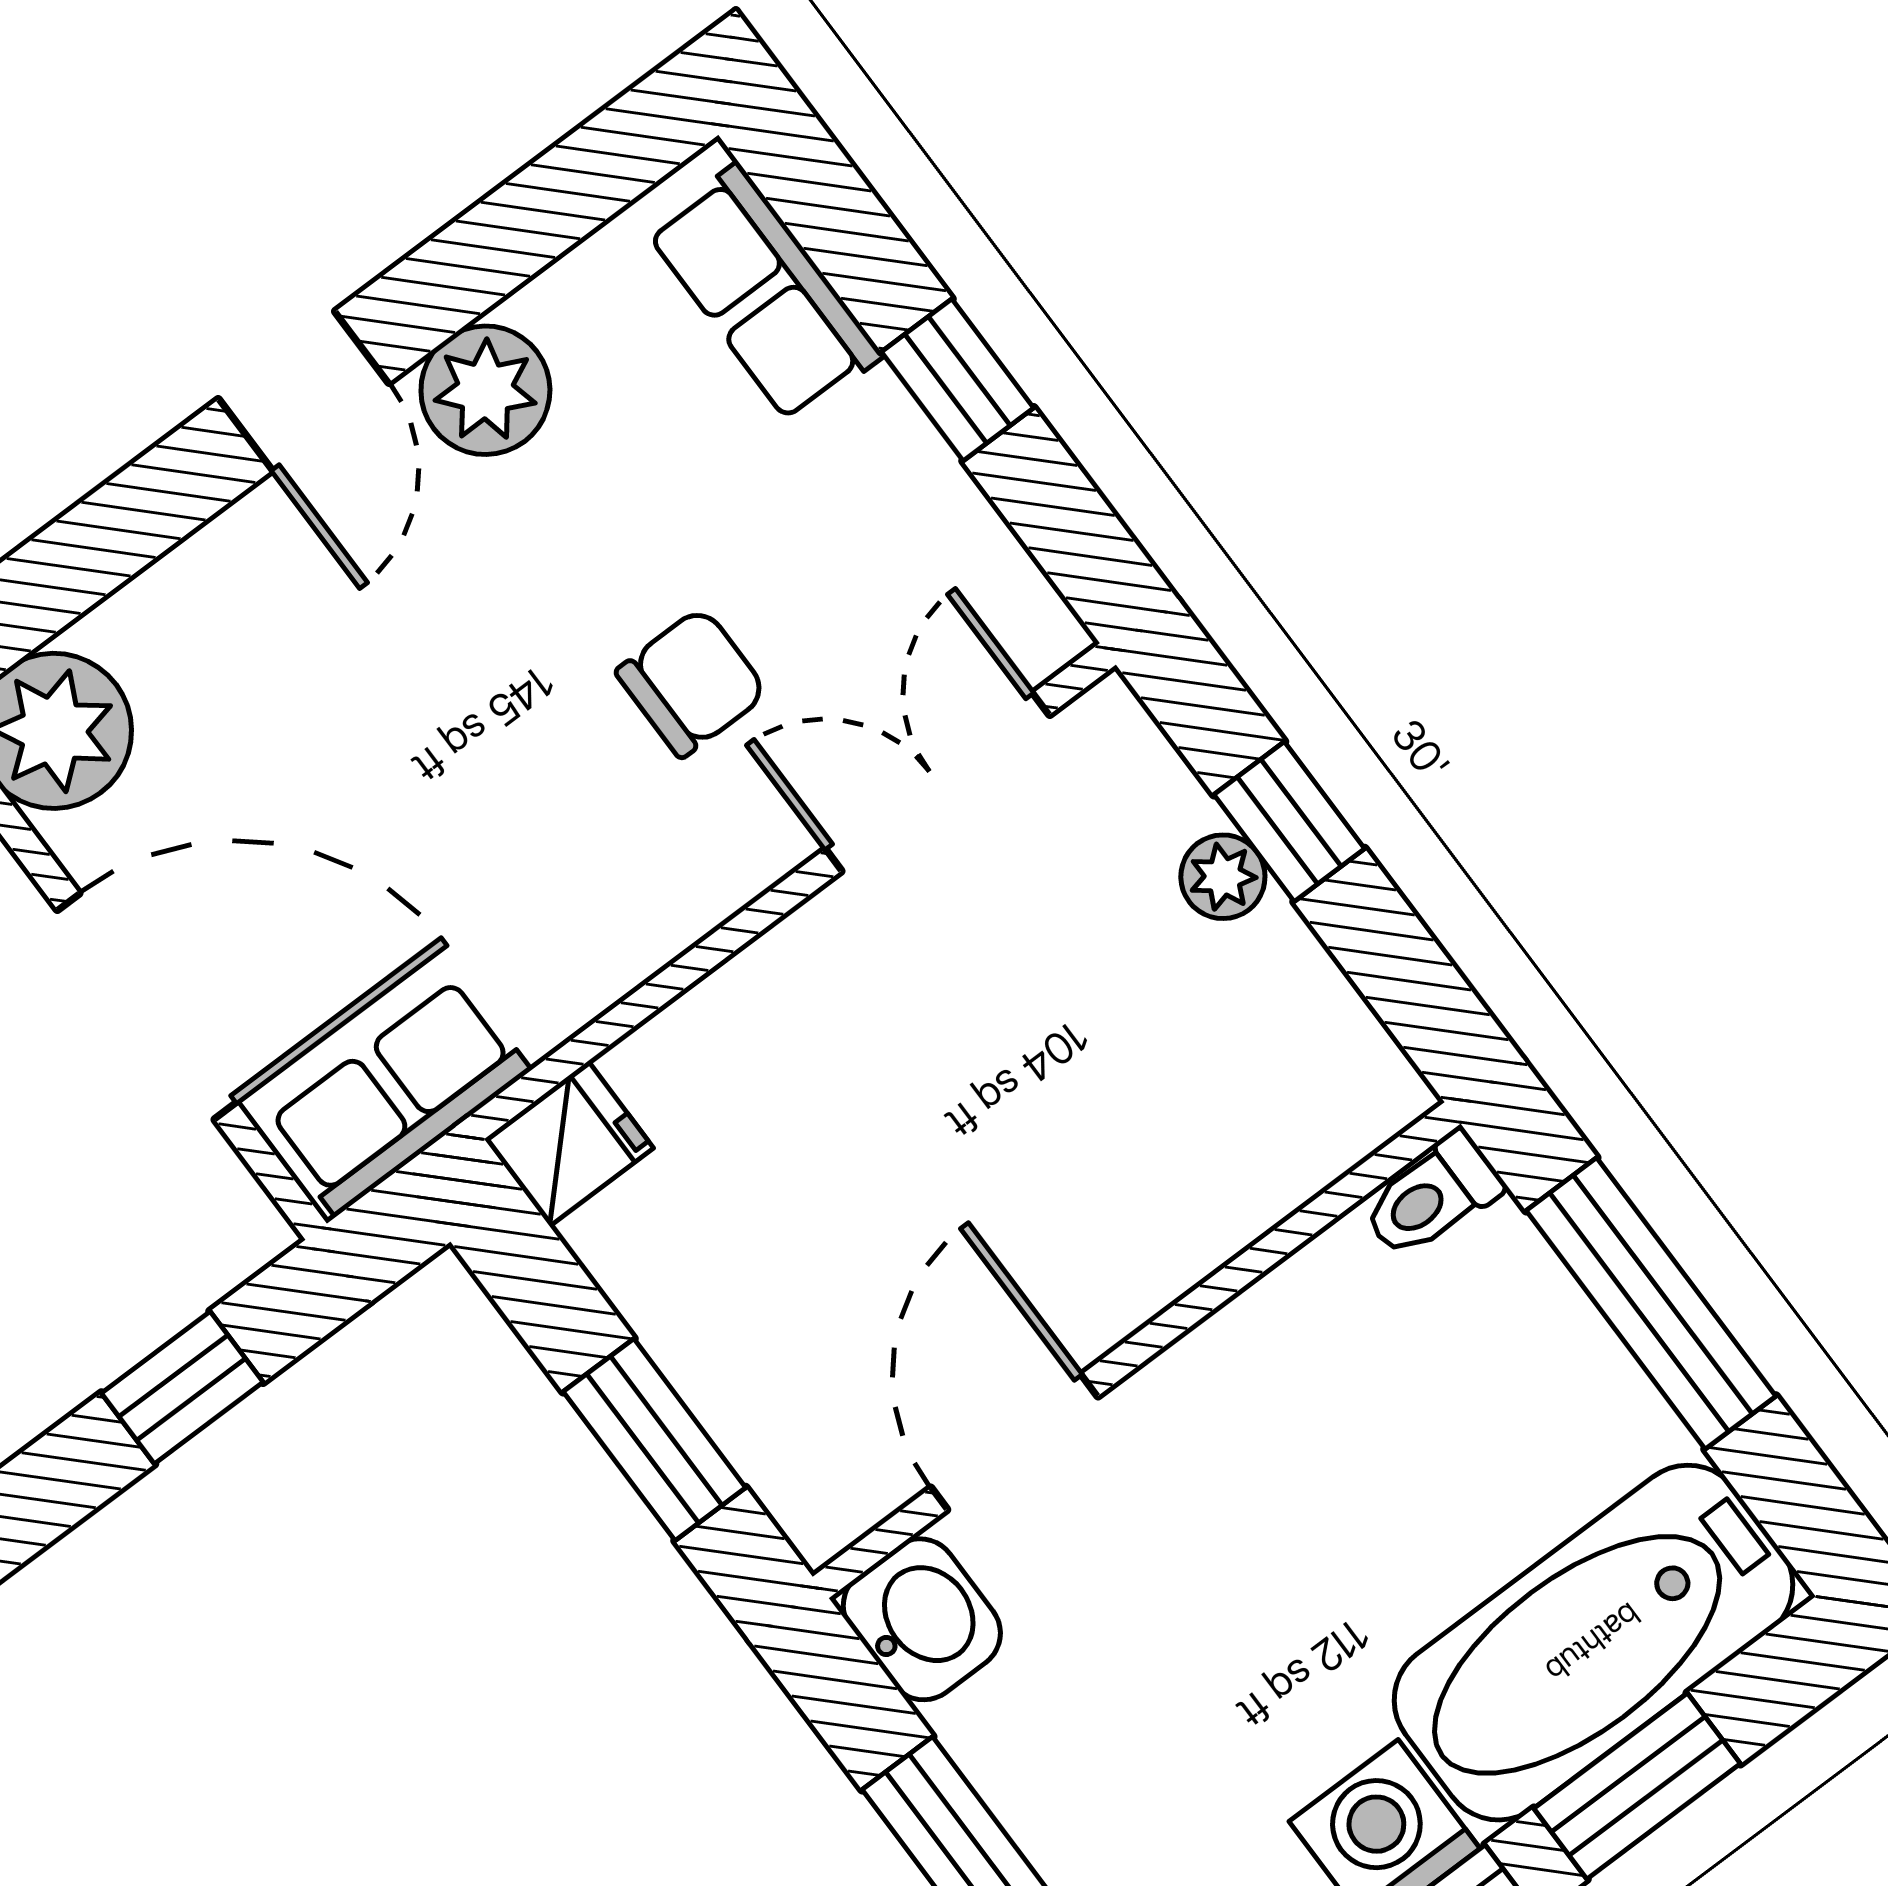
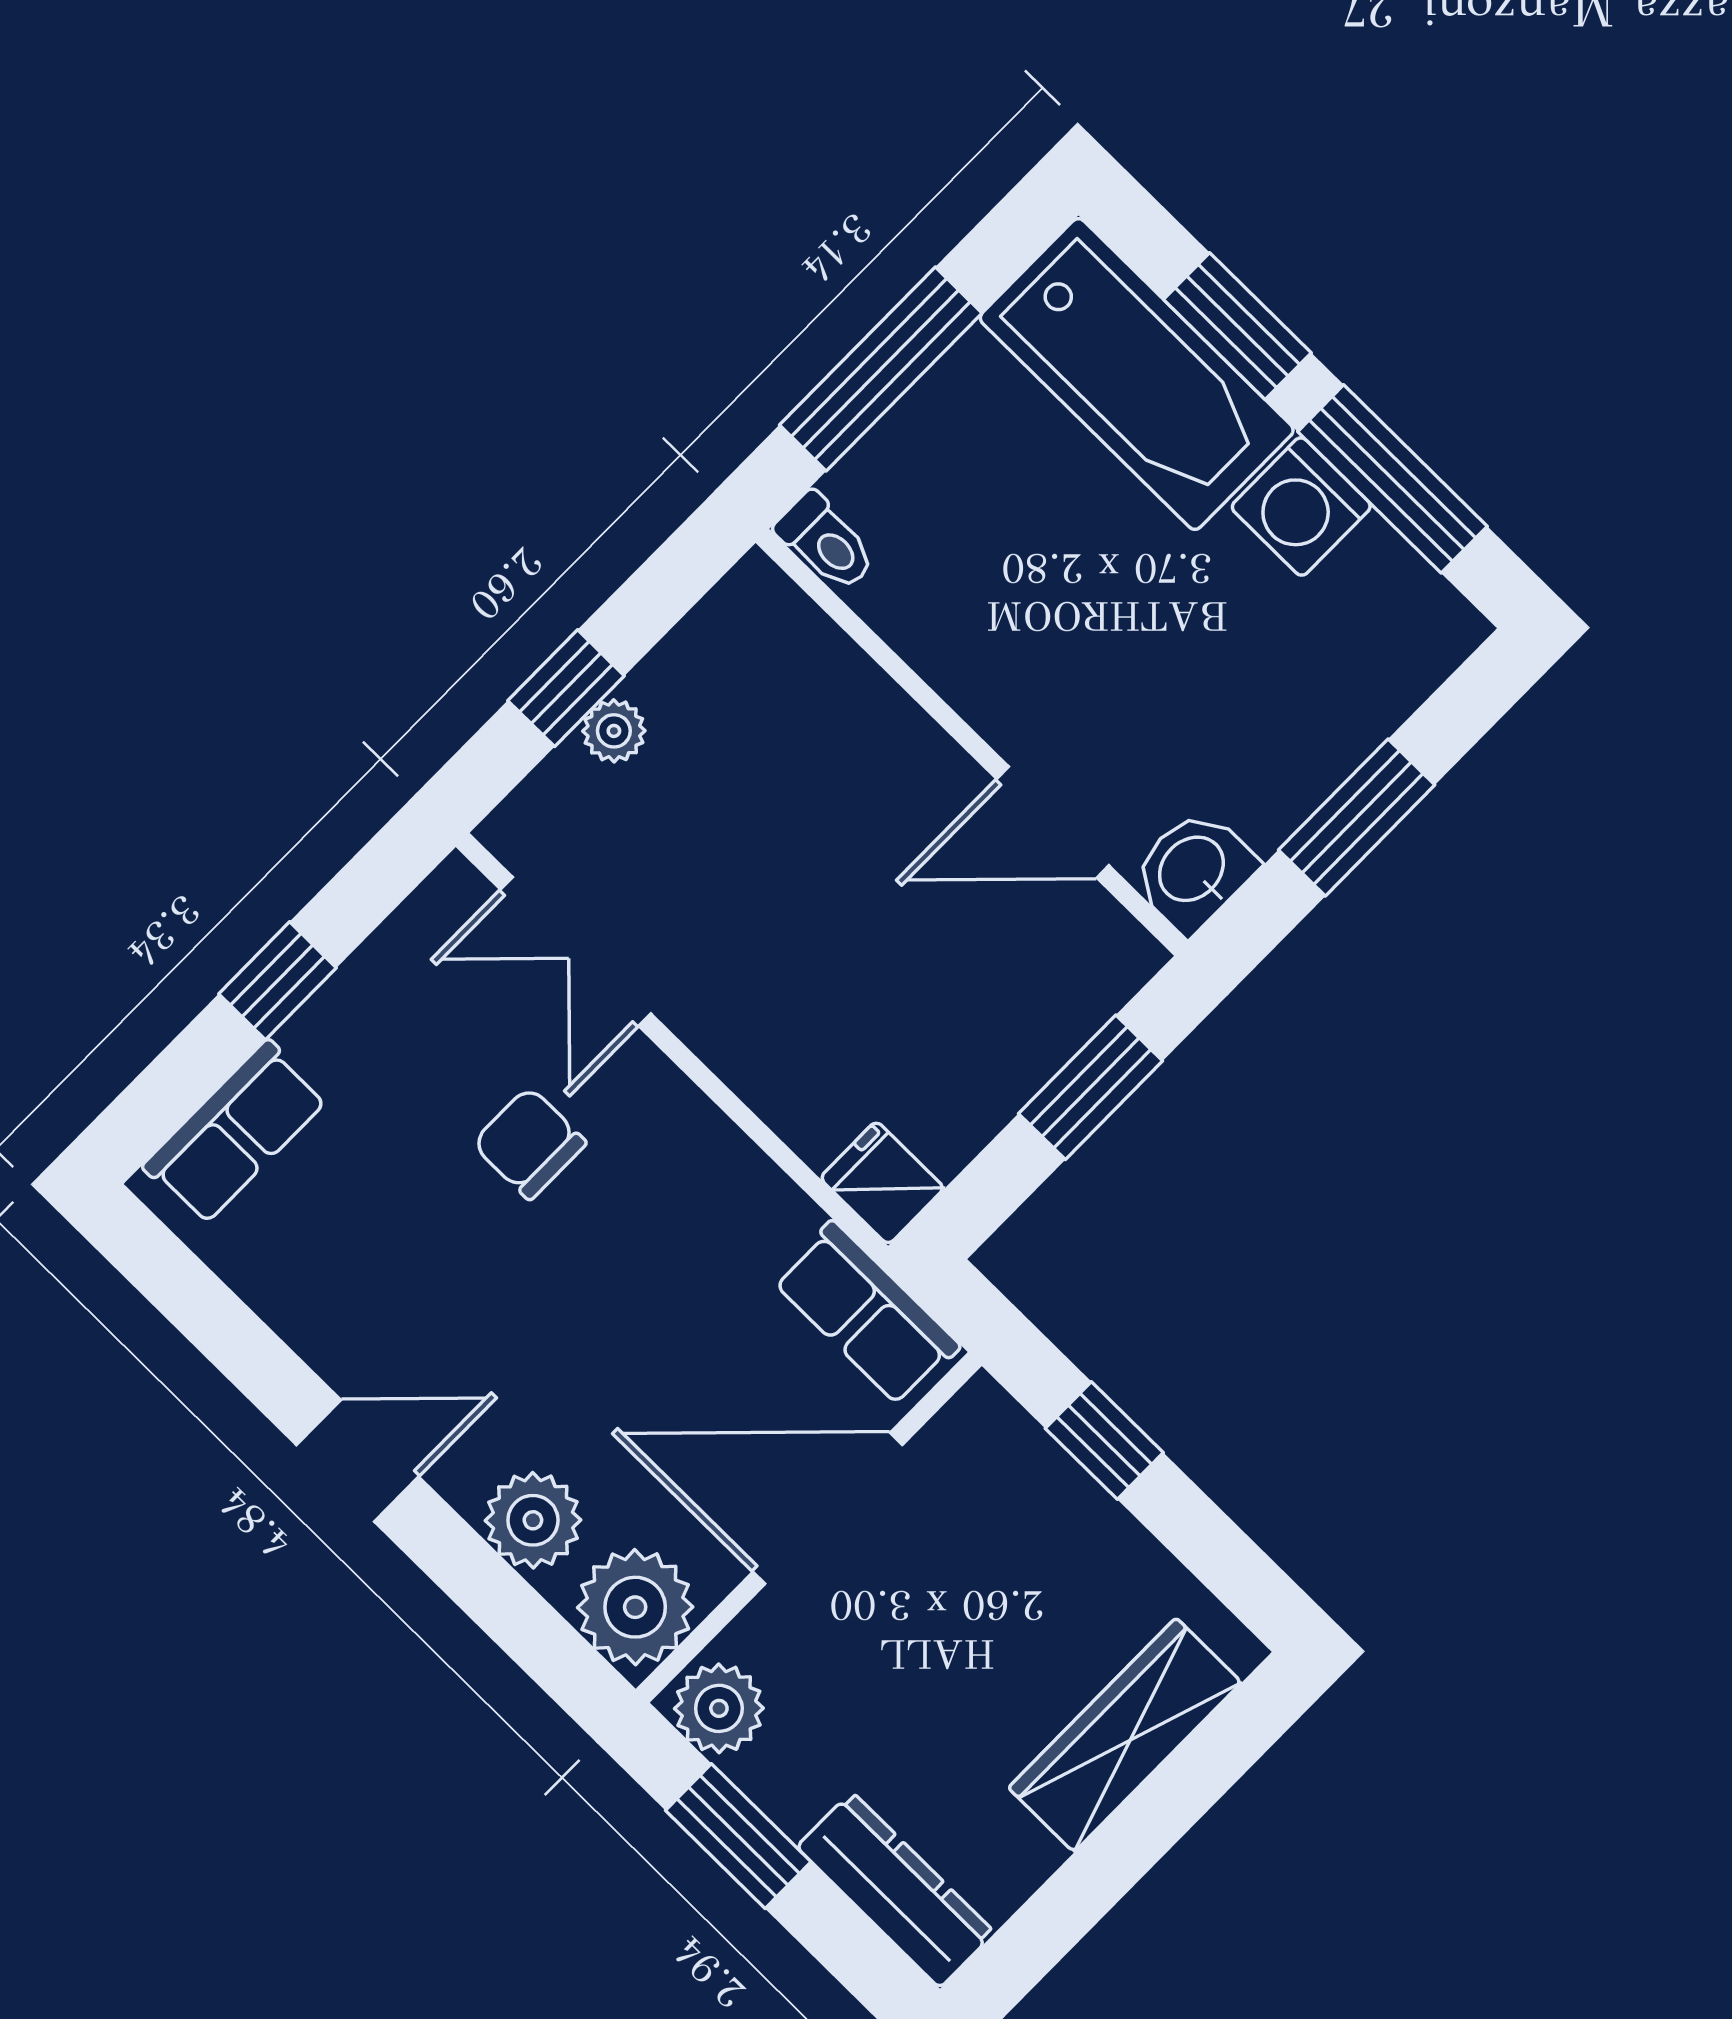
plant: (485, 390) -> (533, 1520), moved
door: (147, 1006) -> (828, 1508), hinge flipped

